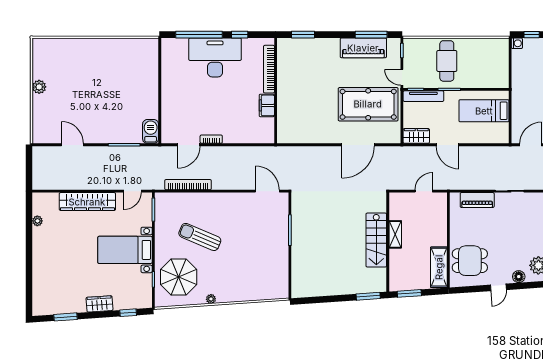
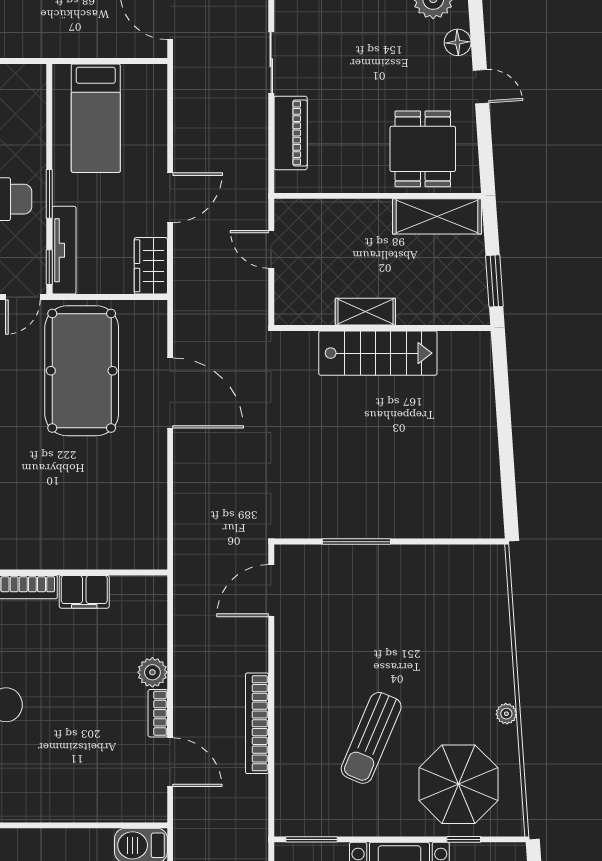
plant: (230, 137) -> (152, 672), added
bookcase: (188, 185) -> (257, 723), moved
window: (368, 296) -> (500, 371), removed

